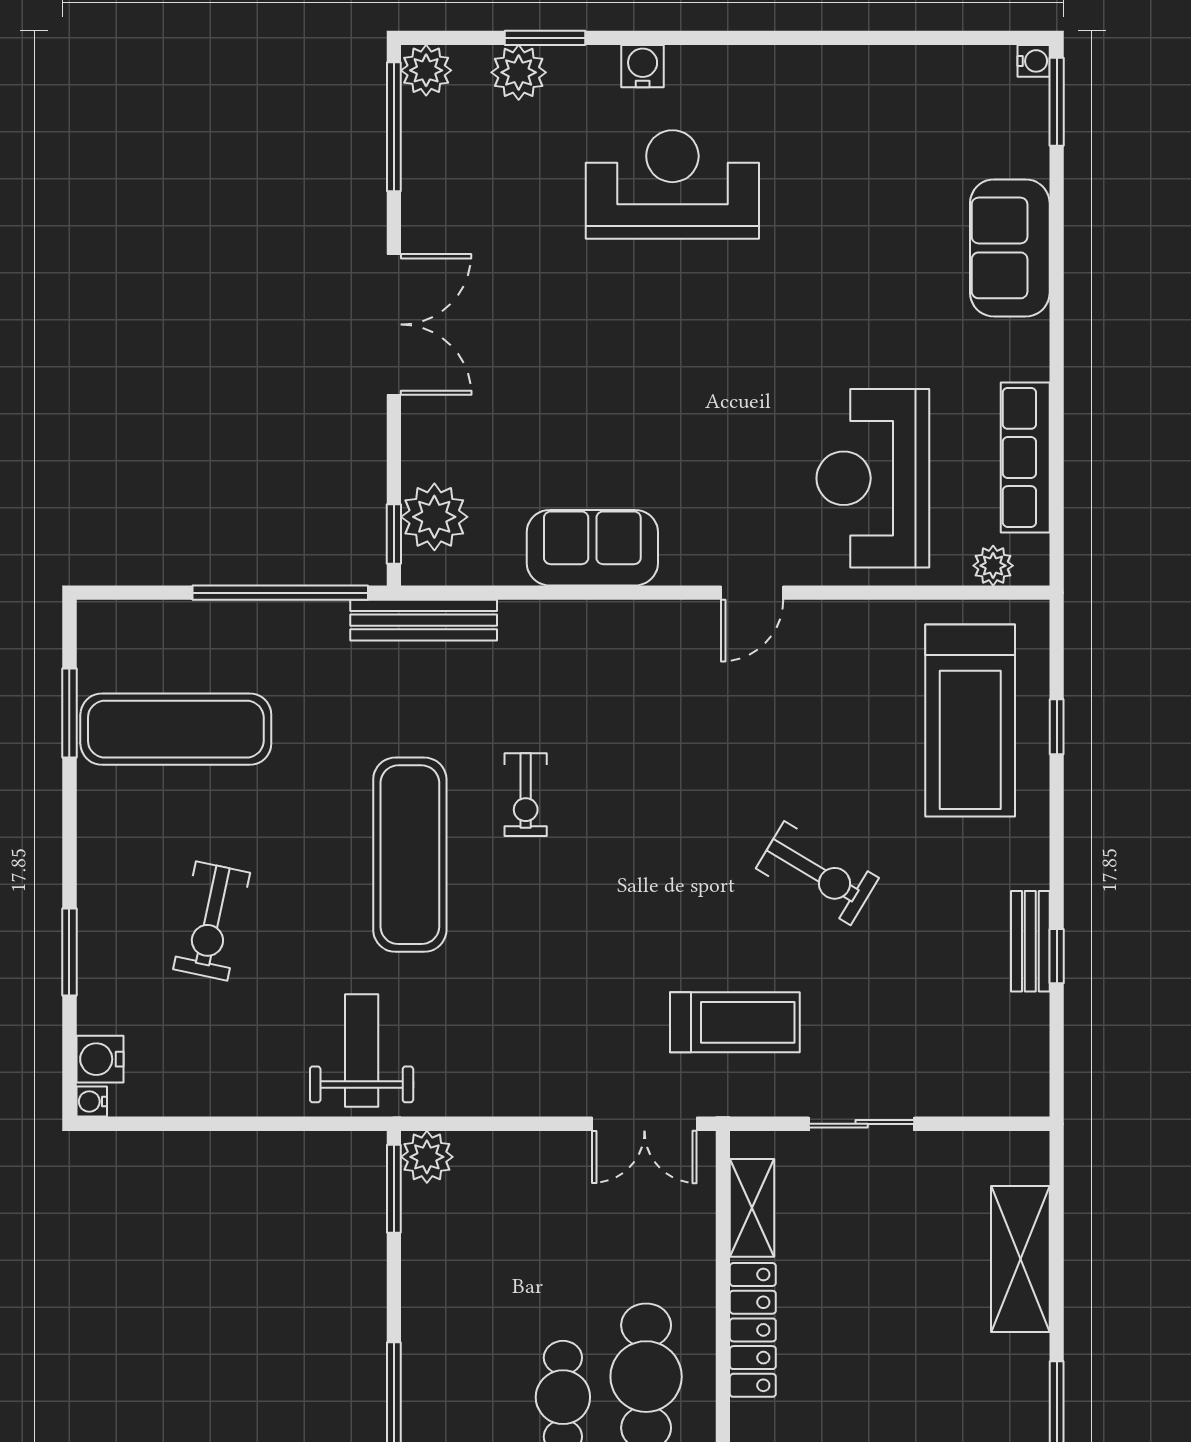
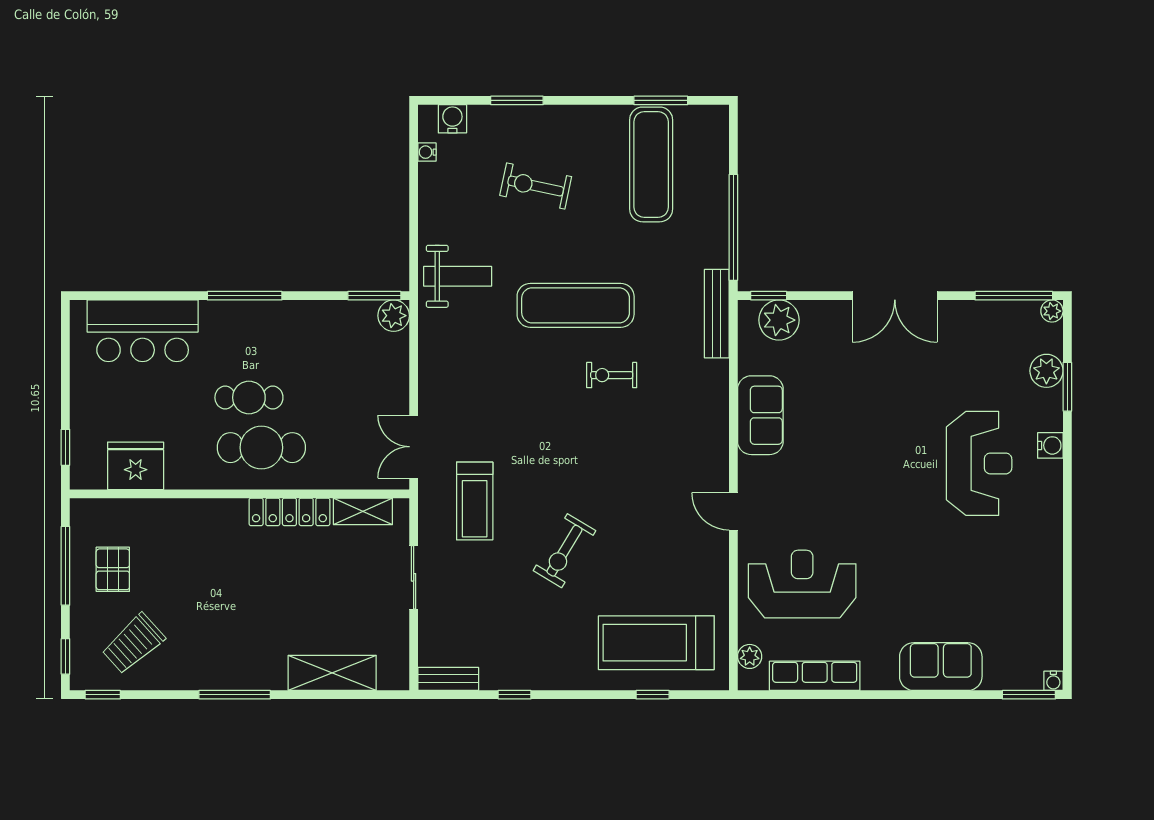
plant: (426, 70) -> (1052, 311), width x0.73, depth x0.73
bench: (1030, 941) -> (448, 679), moved
water cooler: (92, 1102) -> (427, 152), moved, turned -90

